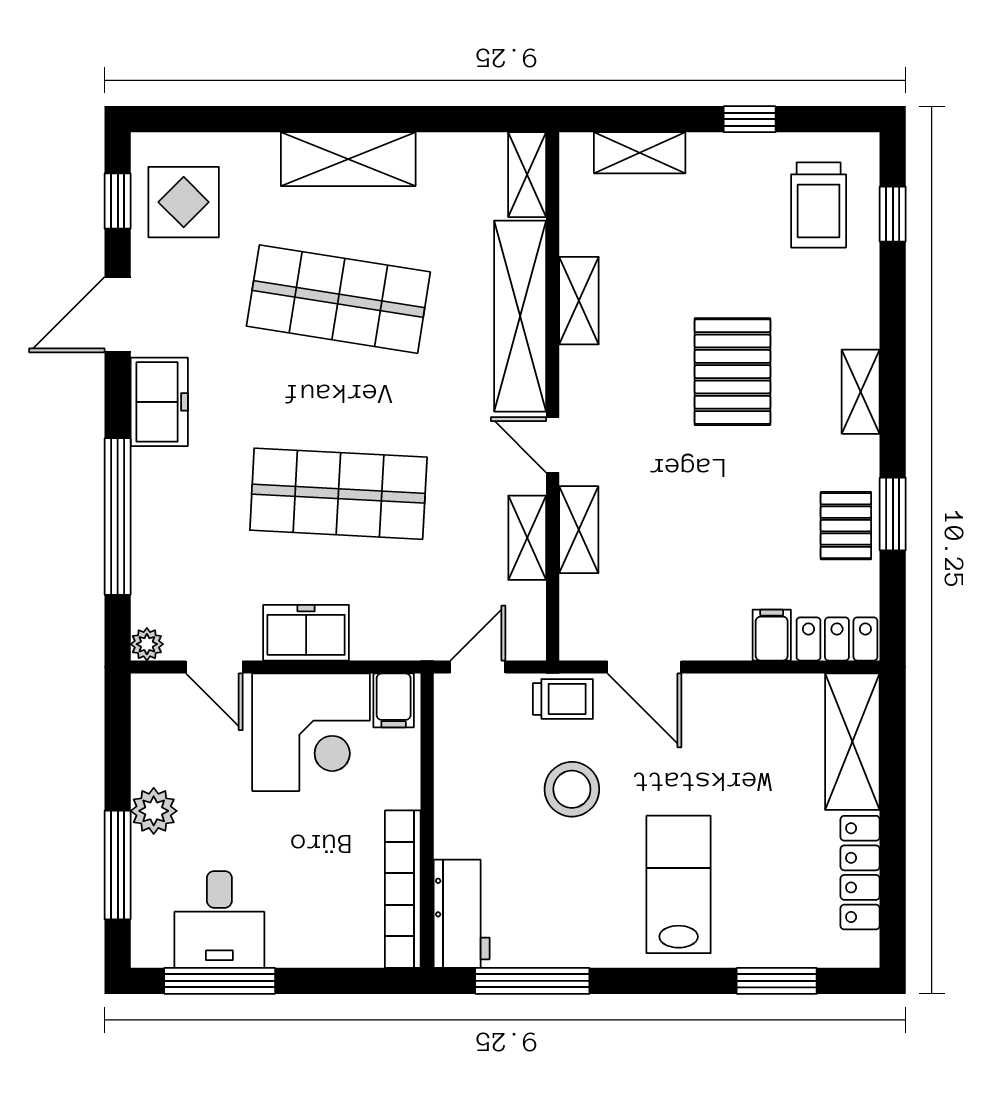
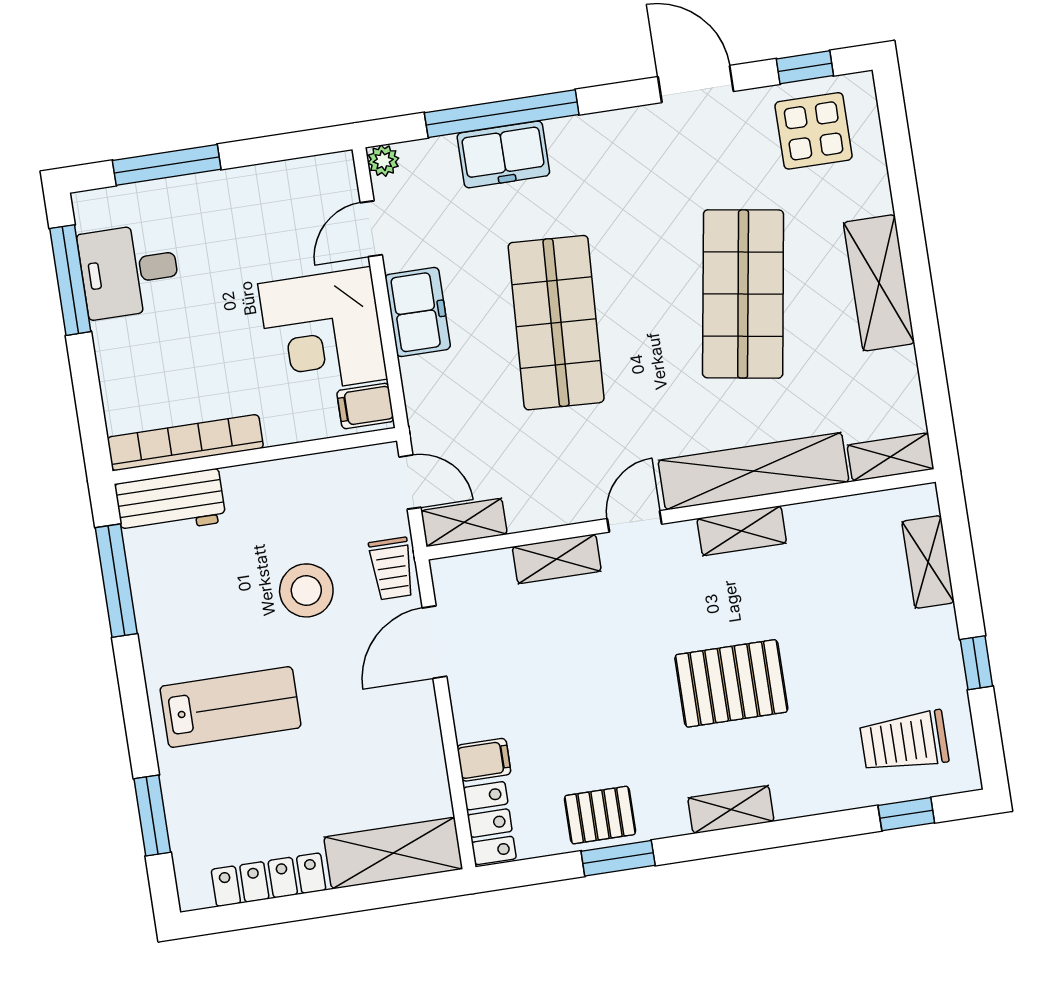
shelving: (579, 301) -> (742, 531), moved
freezer: (159, 402) -> (503, 154), moved
shelving: (527, 538) -> (464, 522), moved
plant: (154, 811) -> (224, 192), removed

